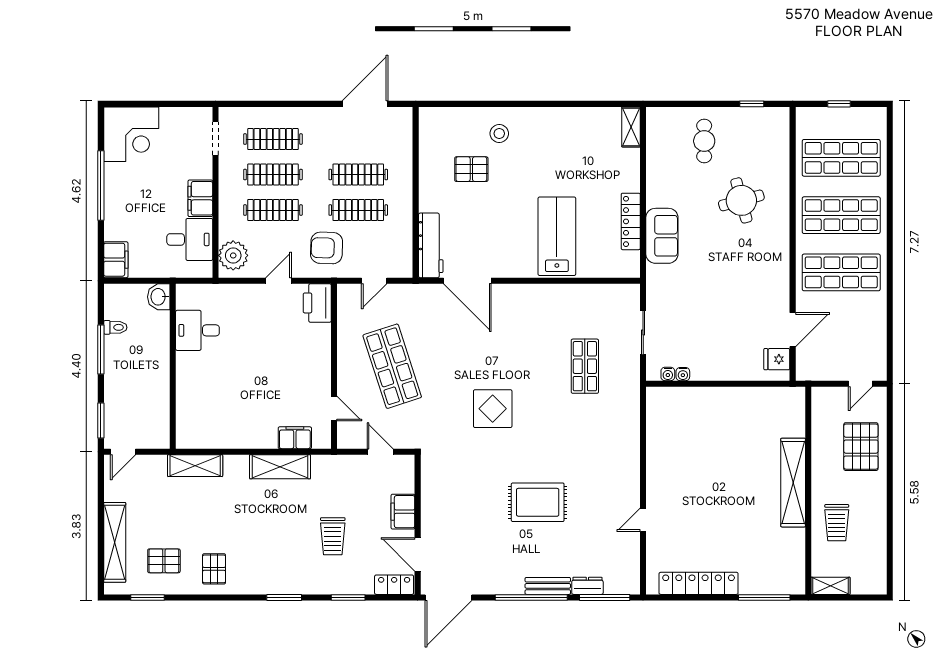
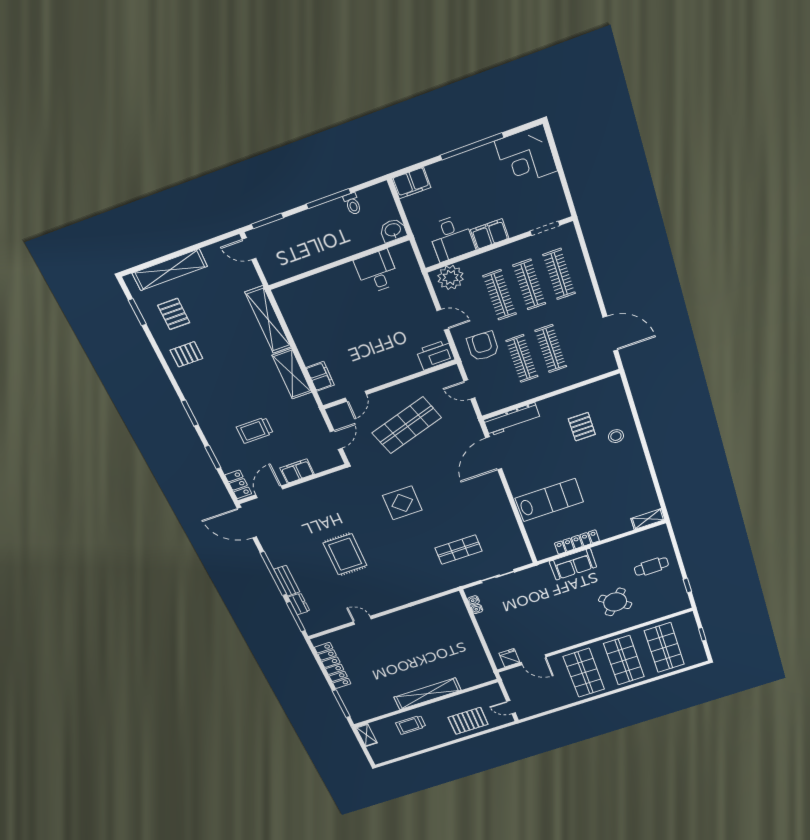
round table: (741, 200) -> (615, 602), turned -36
shelving: (195, 466) -> (268, 320), width x1.47

